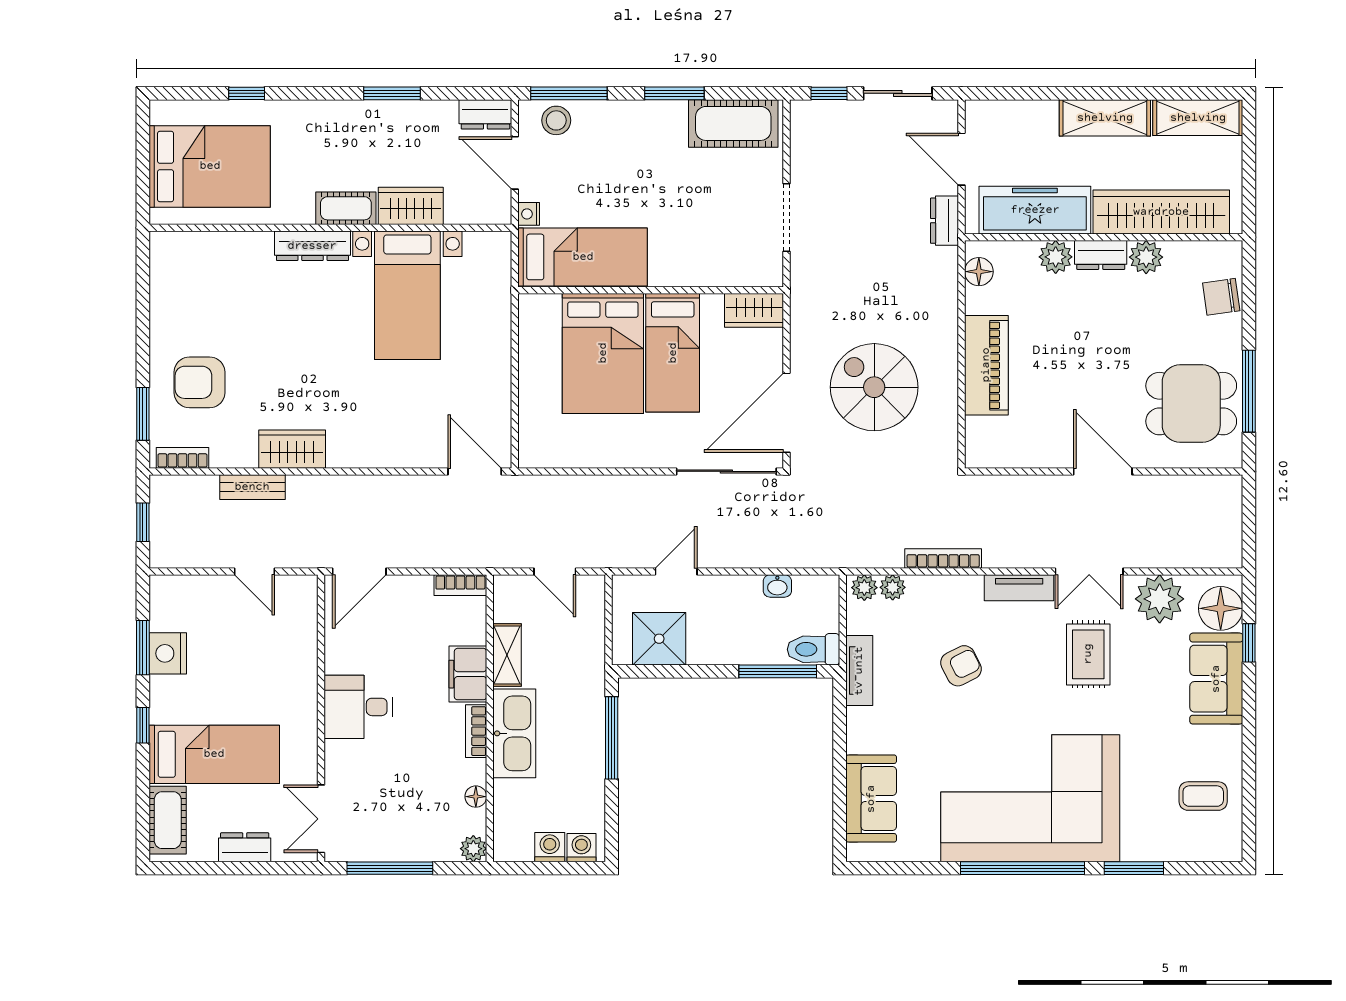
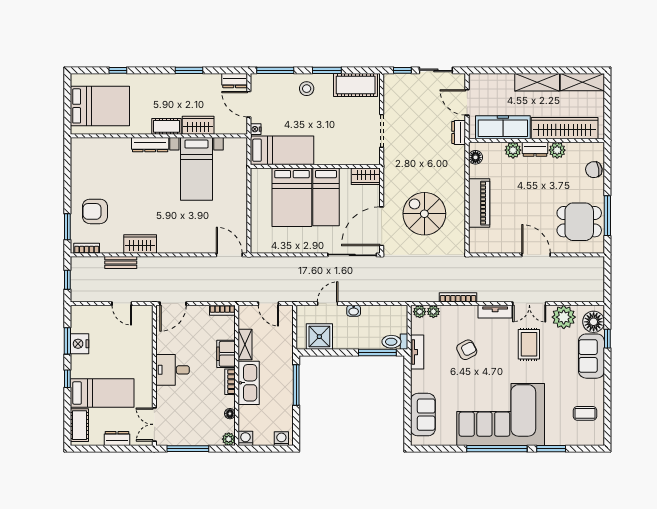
stool: (556, 120) -> (307, 89), moved
washbasin: (777, 586) -> (354, 311), moved
washing machine: (550, 847) -> (245, 438), moved

